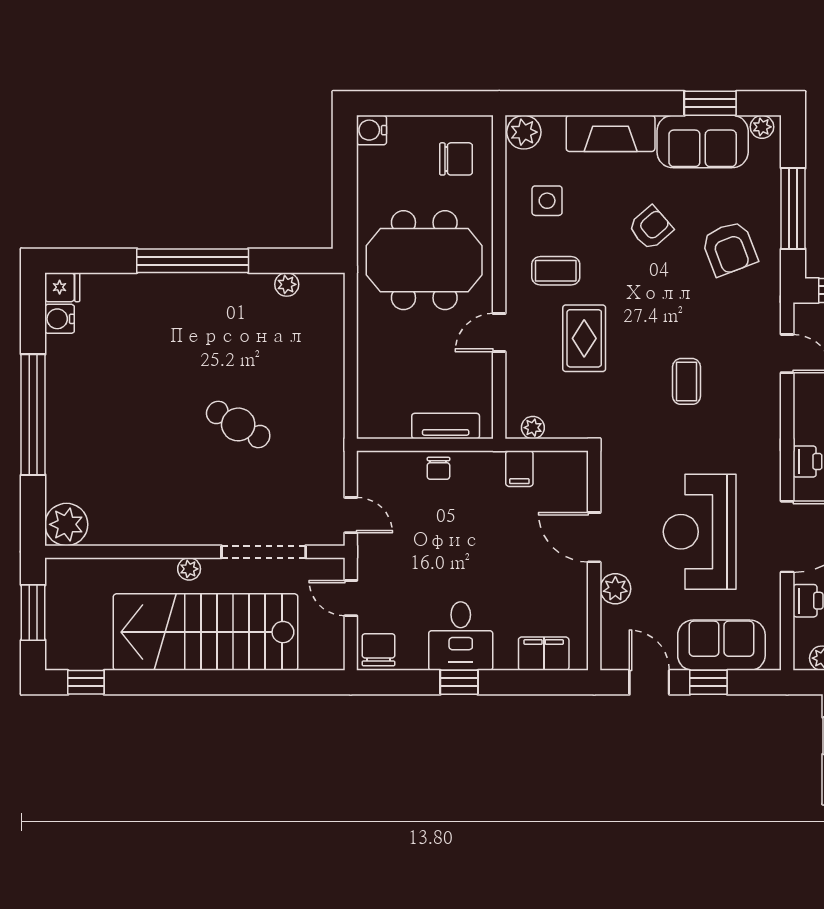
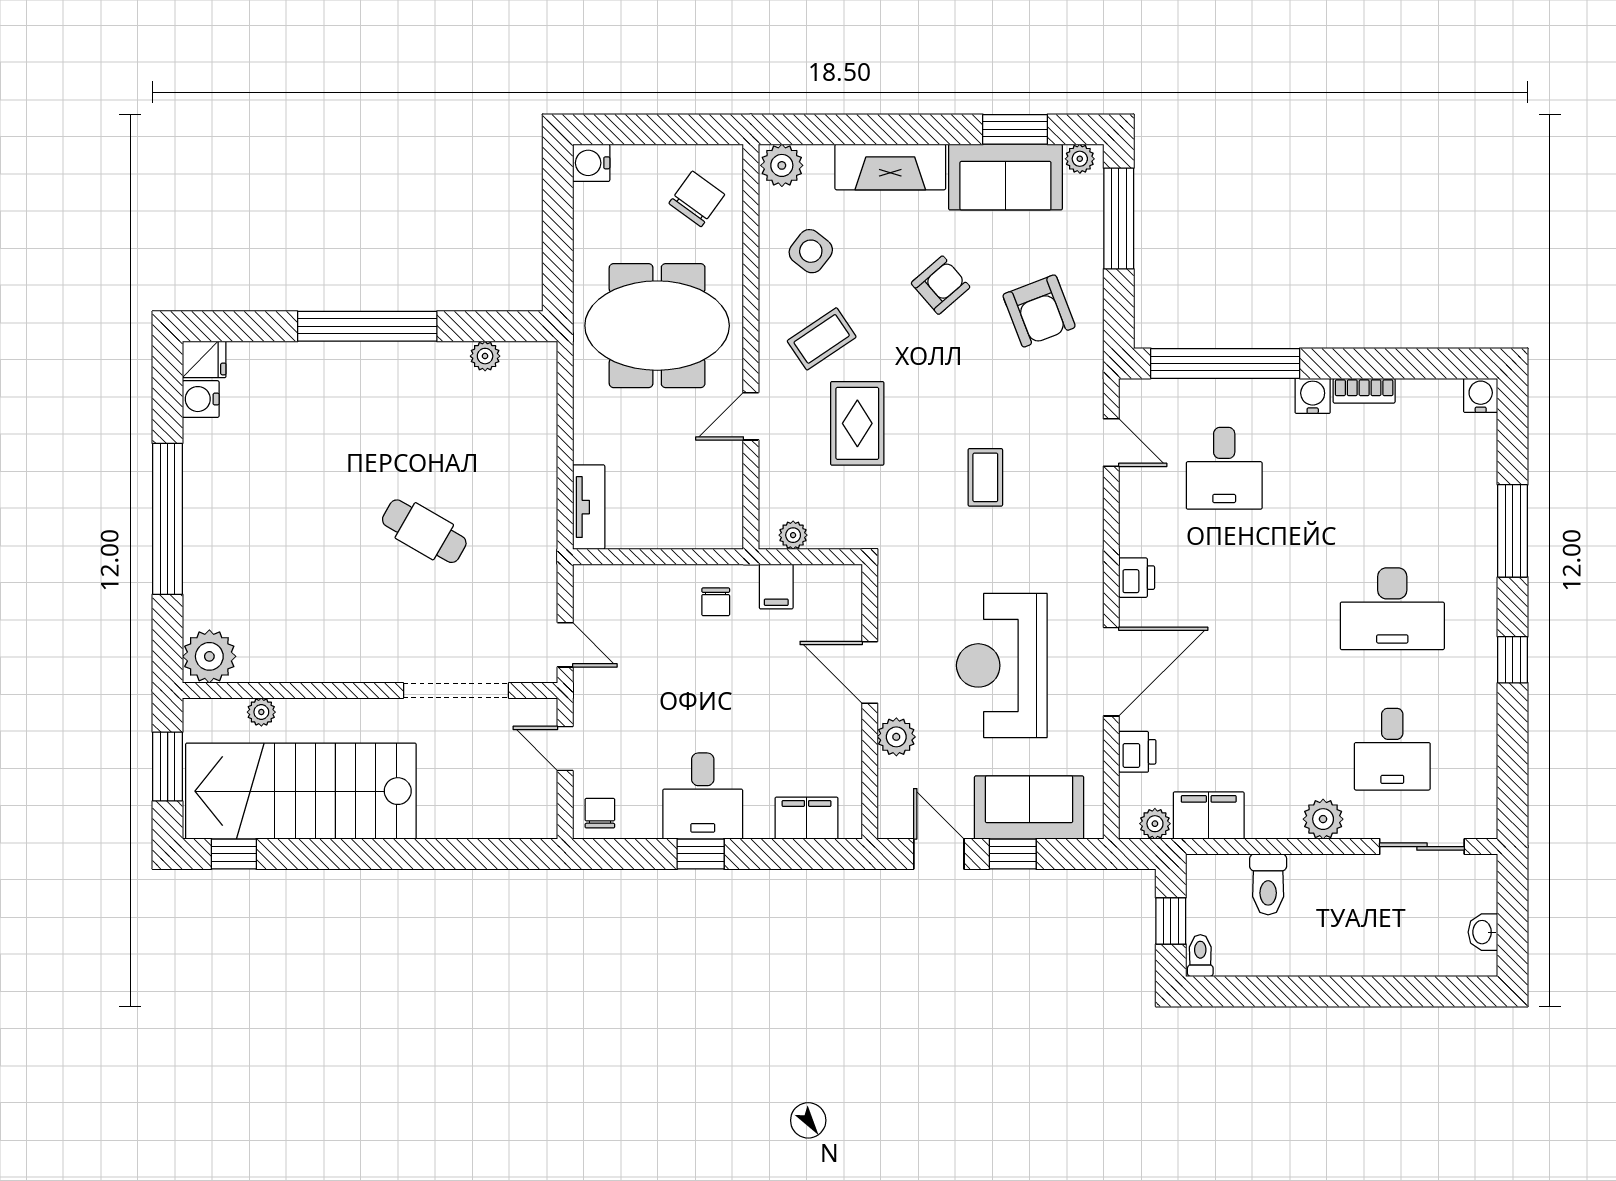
chair: (456, 159) -> (697, 199), turned -54
side table: (547, 201) -> (811, 251), turned 38
window: (793, 209) -> (1119, 219), moved
coffee table: (556, 271) -> (822, 339), turned -34
tv unit: (446, 426) -> (589, 507), moved, turned 90
chair: (438, 468) -> (716, 602), moved
plant: (189, 569) -> (261, 712), moved
stairs: (206, 632) -> (301, 791), moved
chair: (379, 650) -> (600, 813), width x0.73, depth x0.73

